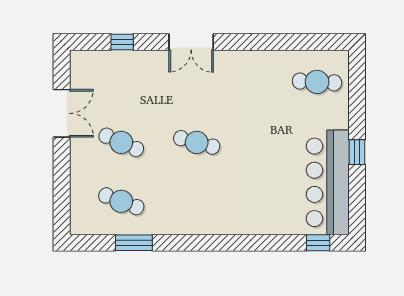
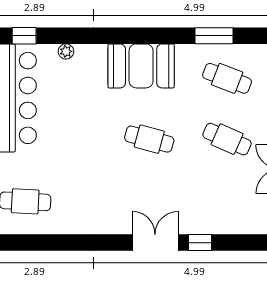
window: (122, 42) -> (200, 243), moved
booth: (205, 213) -> (141, 66), added
plant: (278, 227) -> (66, 51), added

